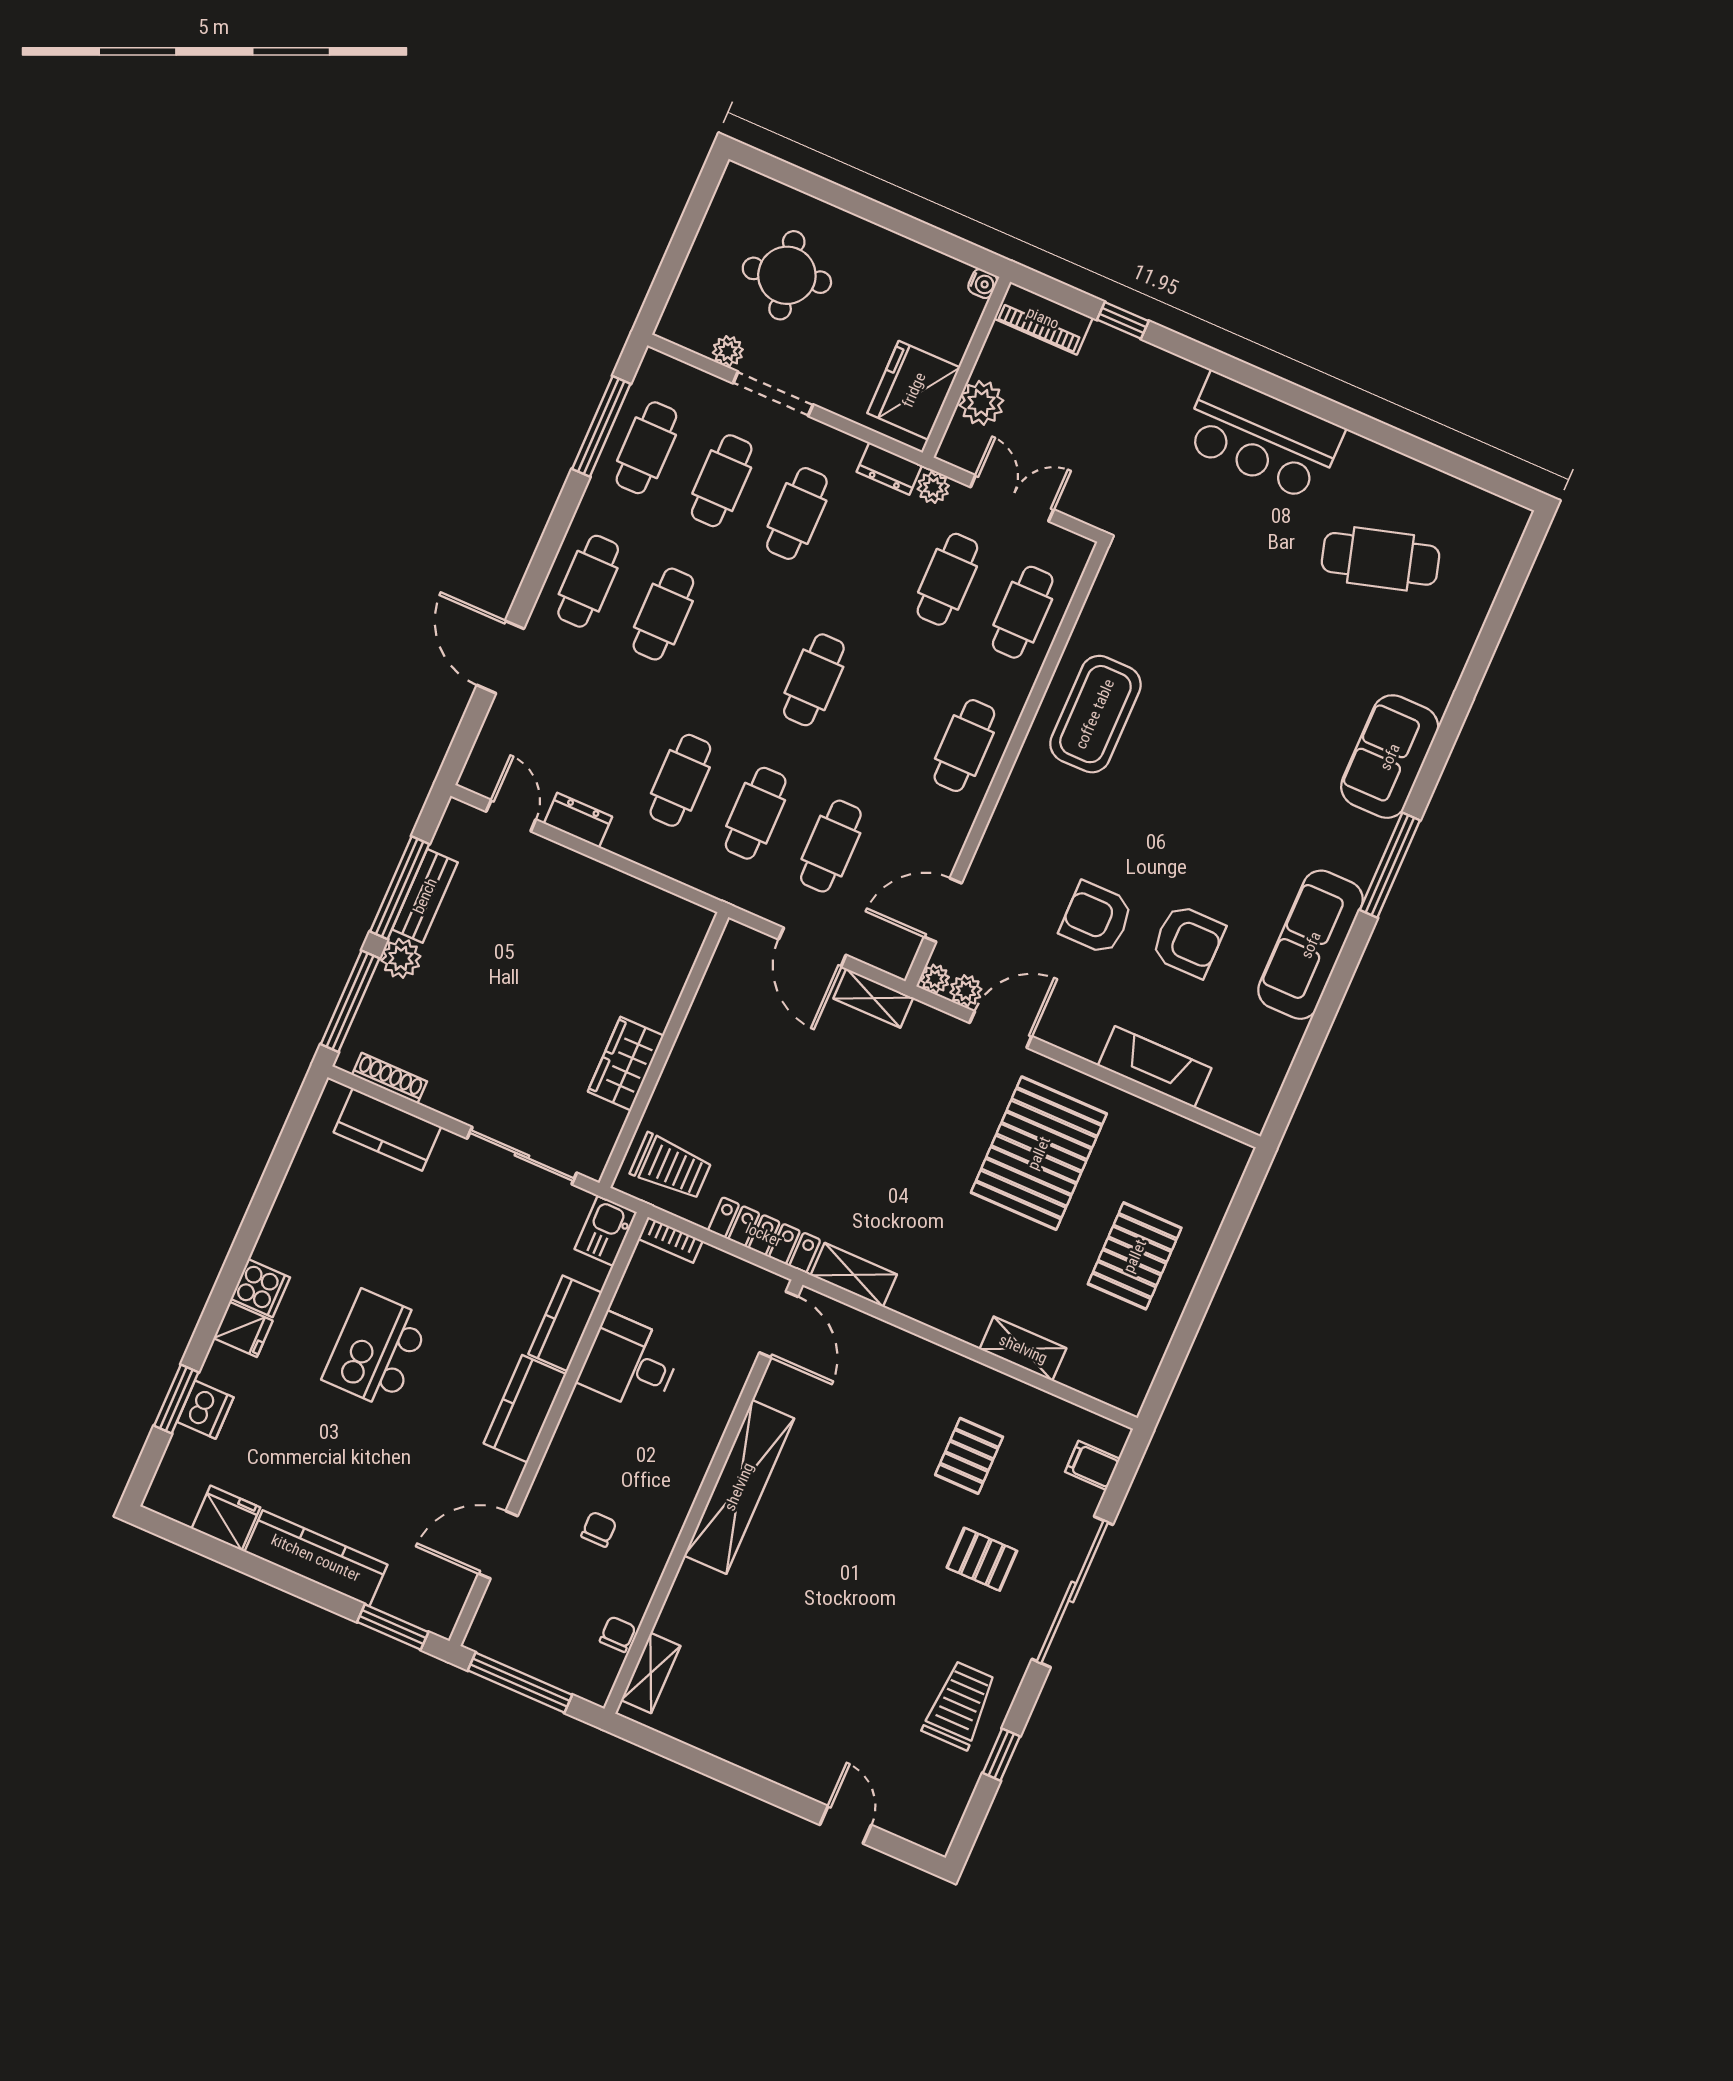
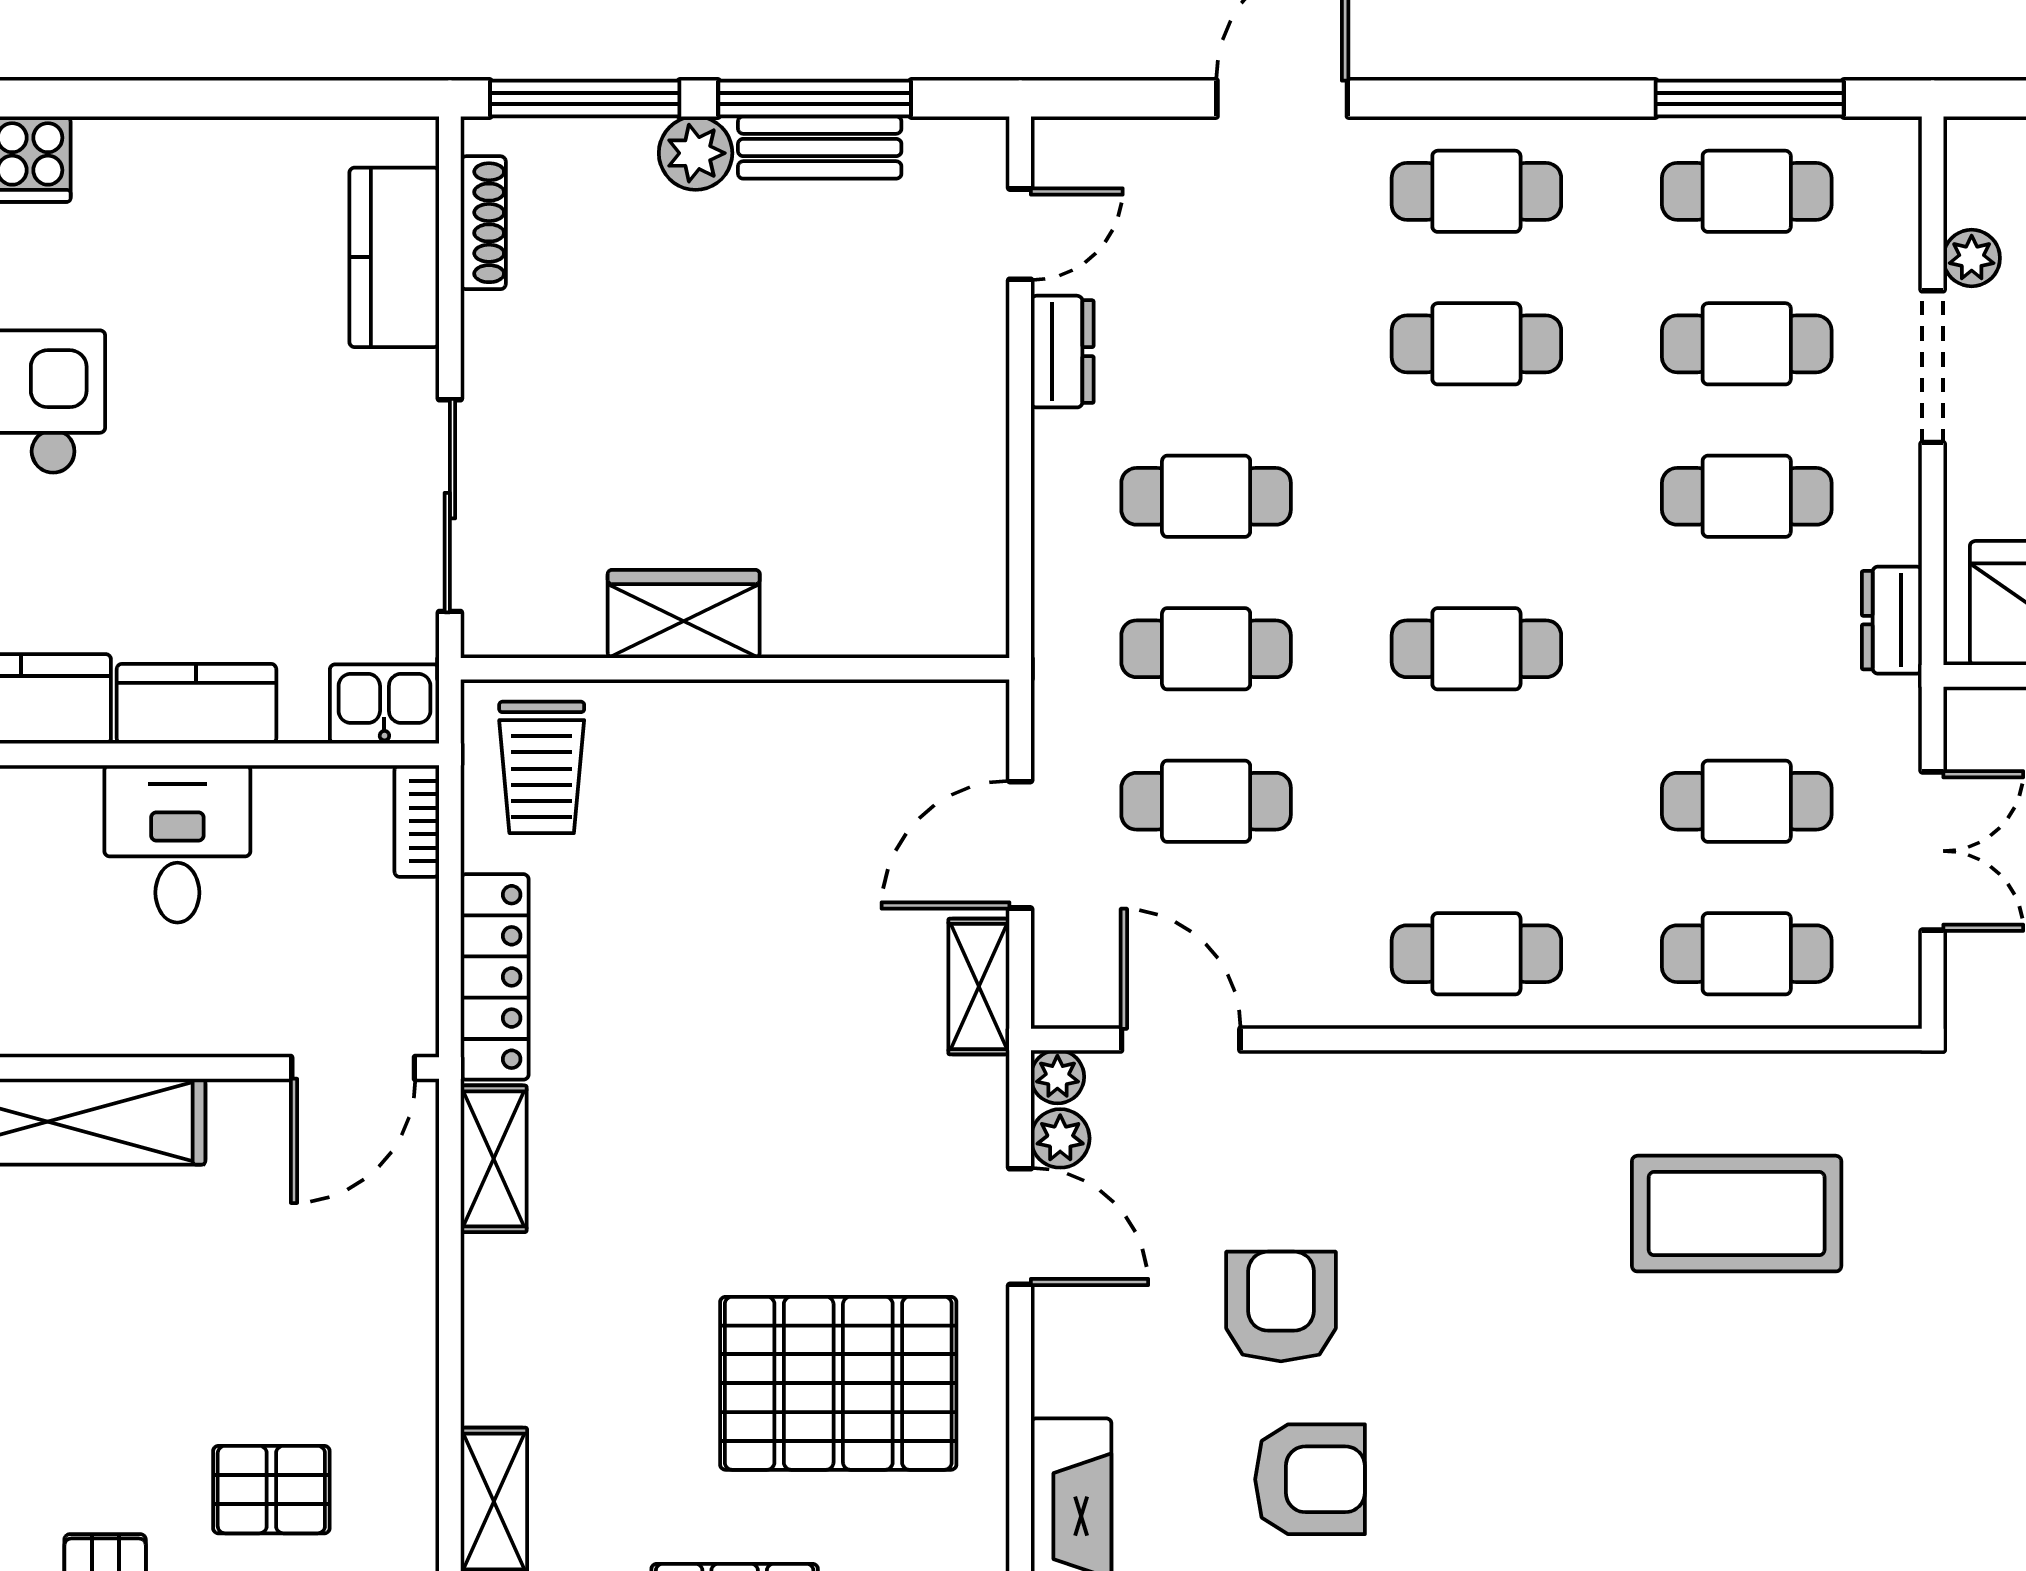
plant: (933, 487) -> (1893, 709), removed
coffee table: (1095, 714) -> (1737, 1214), moved
armchair: (1188, 941) -> (1310, 1479), turned -90

